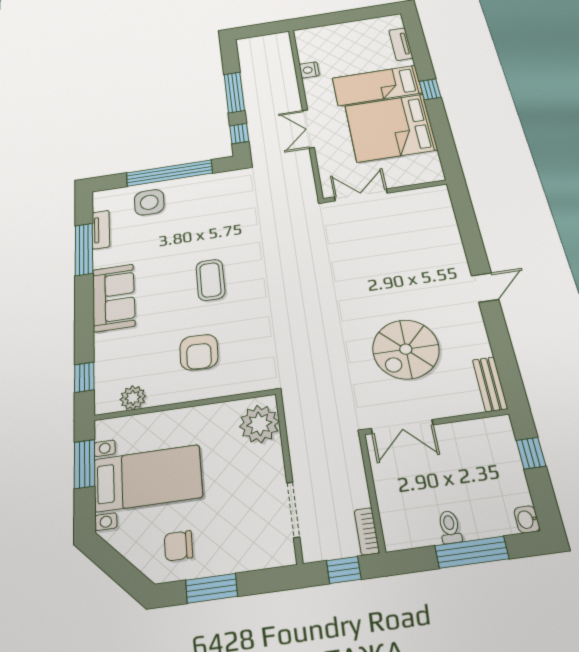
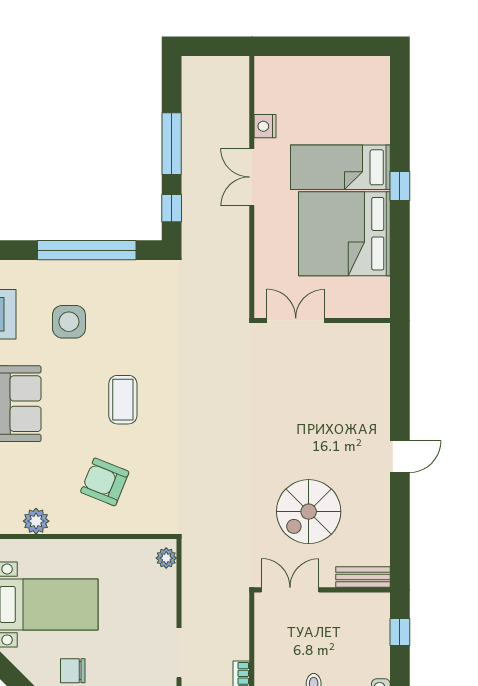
tv unit: (401, 44) -> (380, 108), removed
double door: (308, 129) -> (252, 177), moved
side table: (149, 202) -> (69, 322), moved
armchair: (199, 352) -> (105, 482), turned 110
bench: (490, 384) -> (363, 577), moved, turned 90
plant: (259, 424) -> (166, 558), width x0.53, depth x0.53
double door: (402, 427) -> (290, 590), swing flipped

